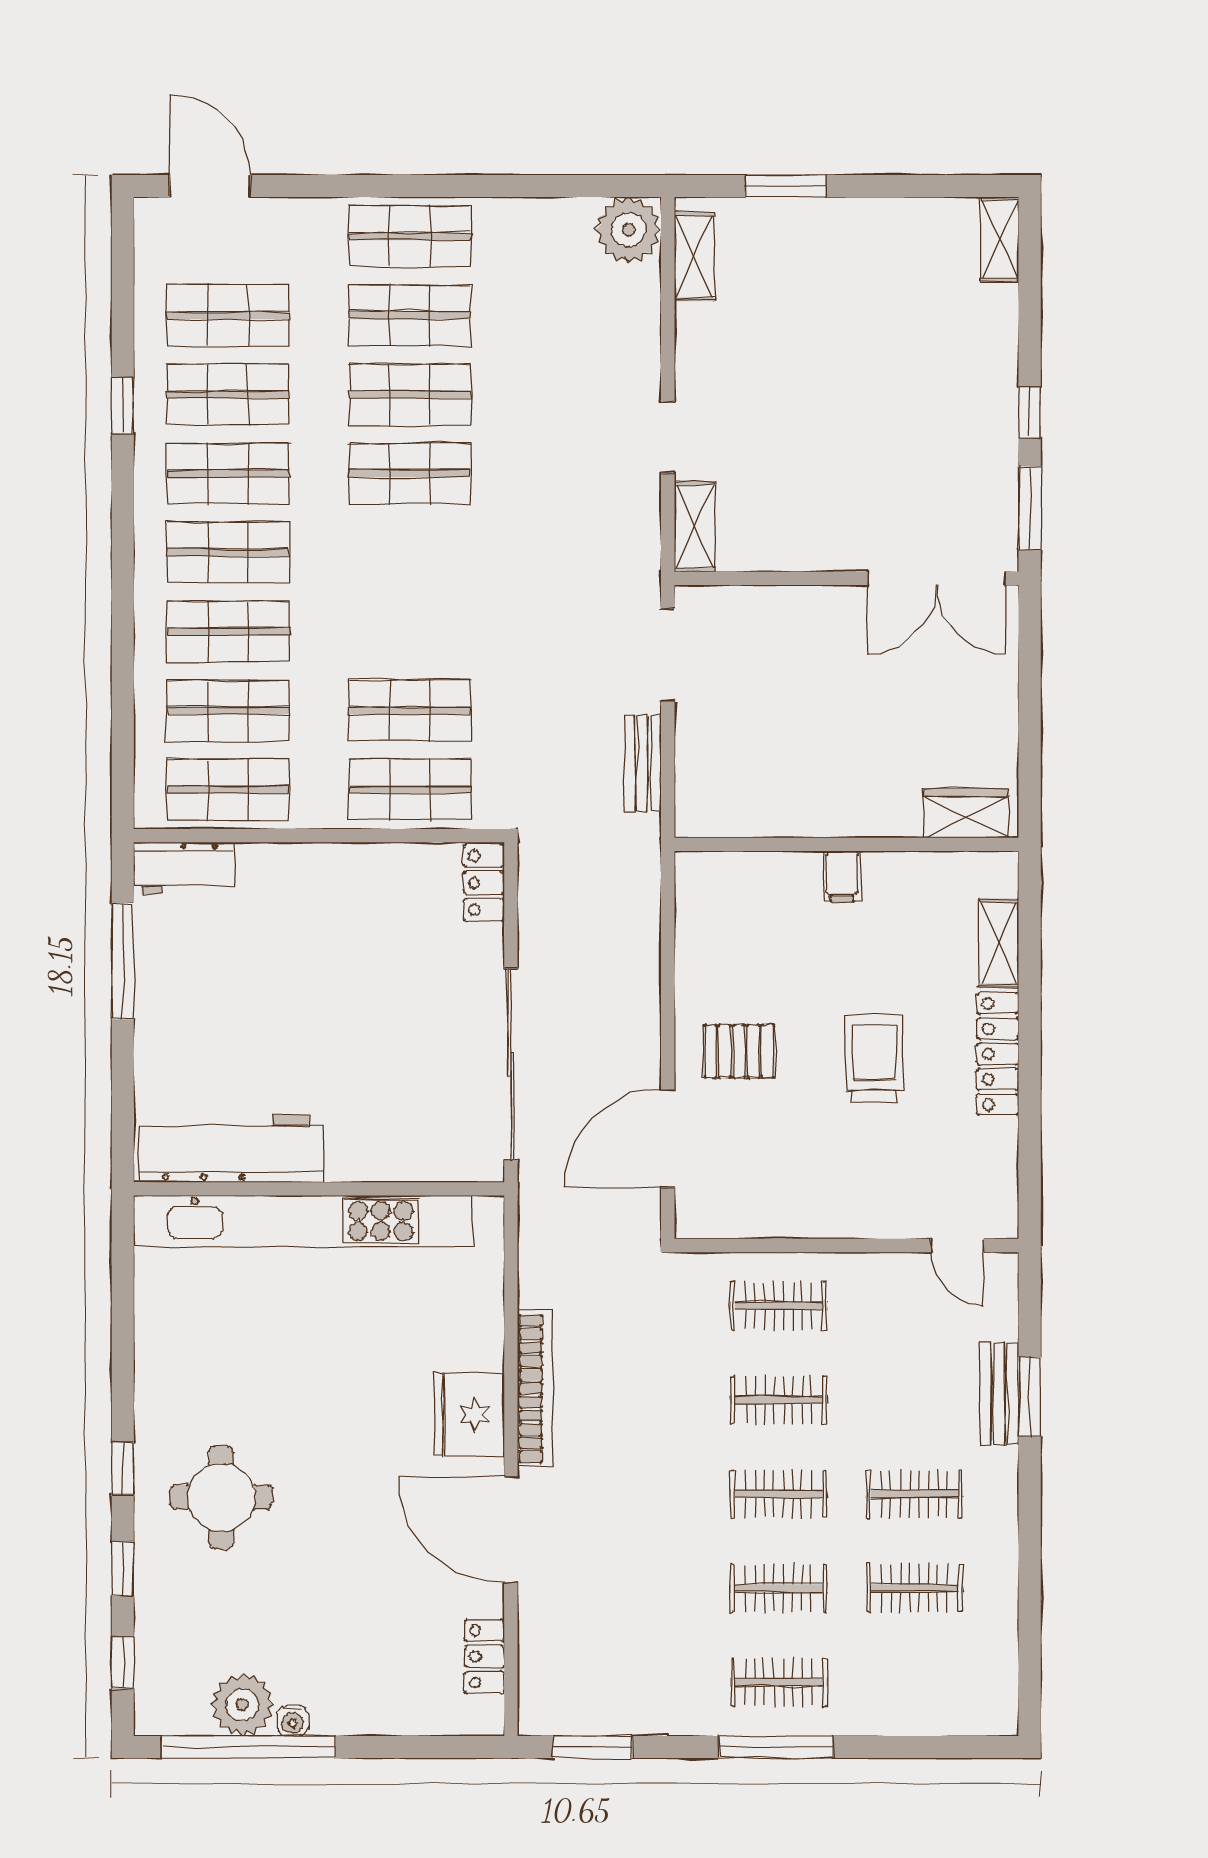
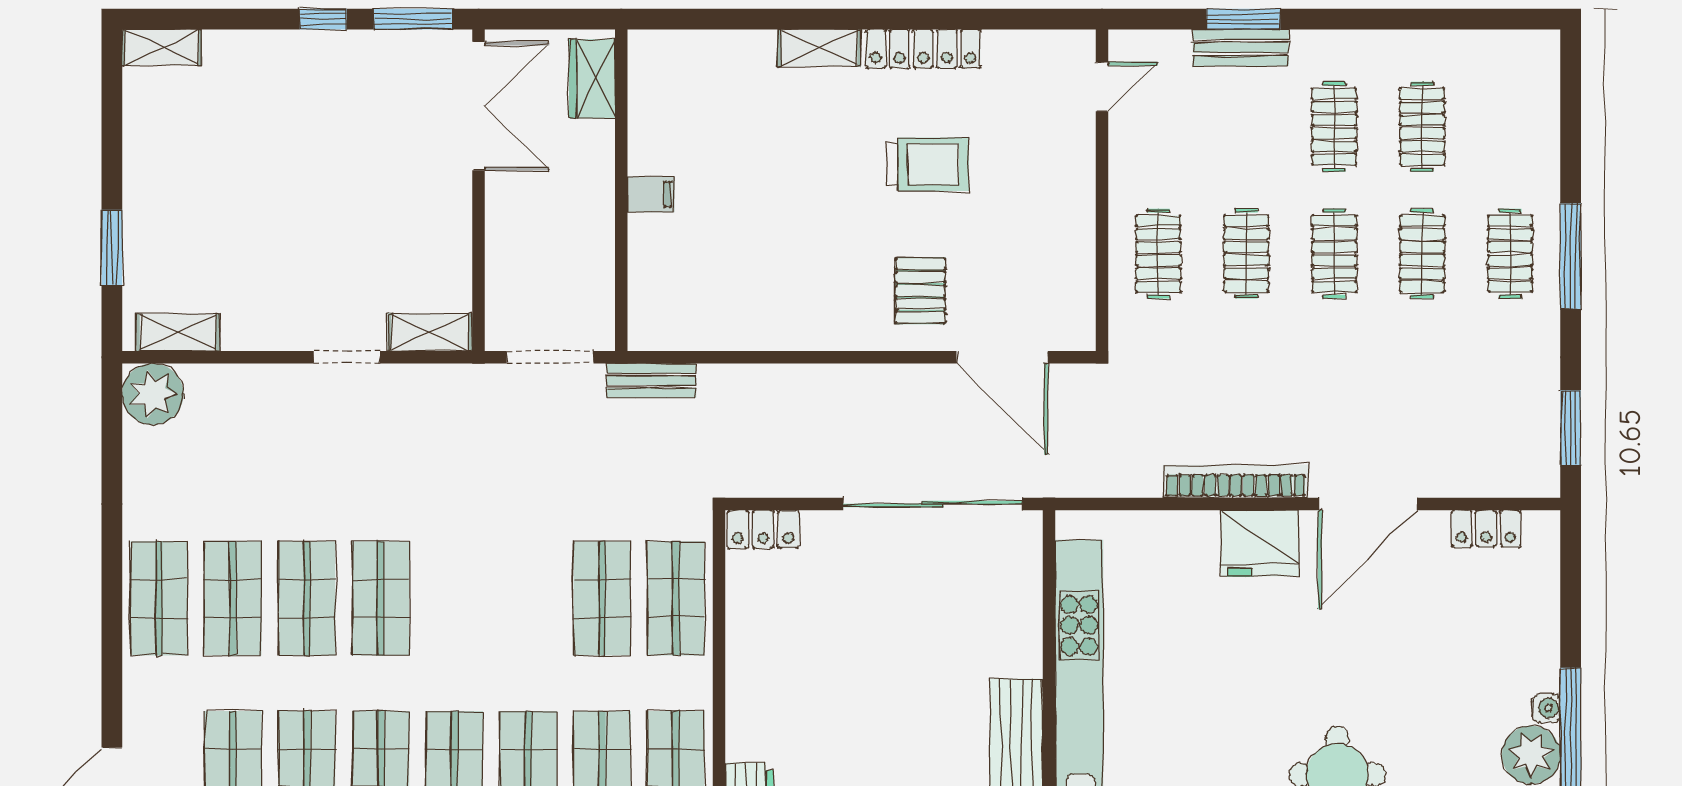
wardrobe: (966, 813) -> (592, 79), moved
wall: (847, 844) -> (621, 190), moved
filing cabinet: (842, 876) -> (651, 194), moved
trolley: (874, 1059) -> (928, 164), turned 180

